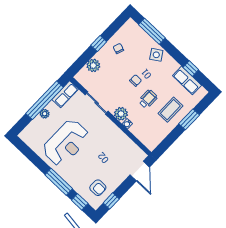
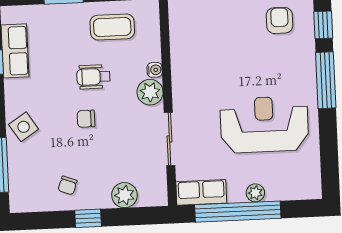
coffee table: (170, 110) -> (112, 27), moved

